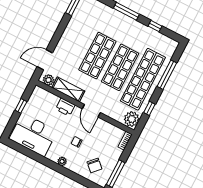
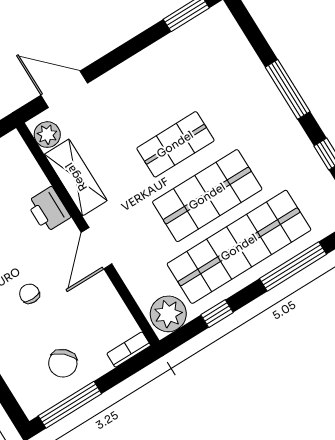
shop shelf: (97, 56) -> (175, 144), width x0.70, depth x0.74
chair: (94, 165) -> (63, 363), moved

